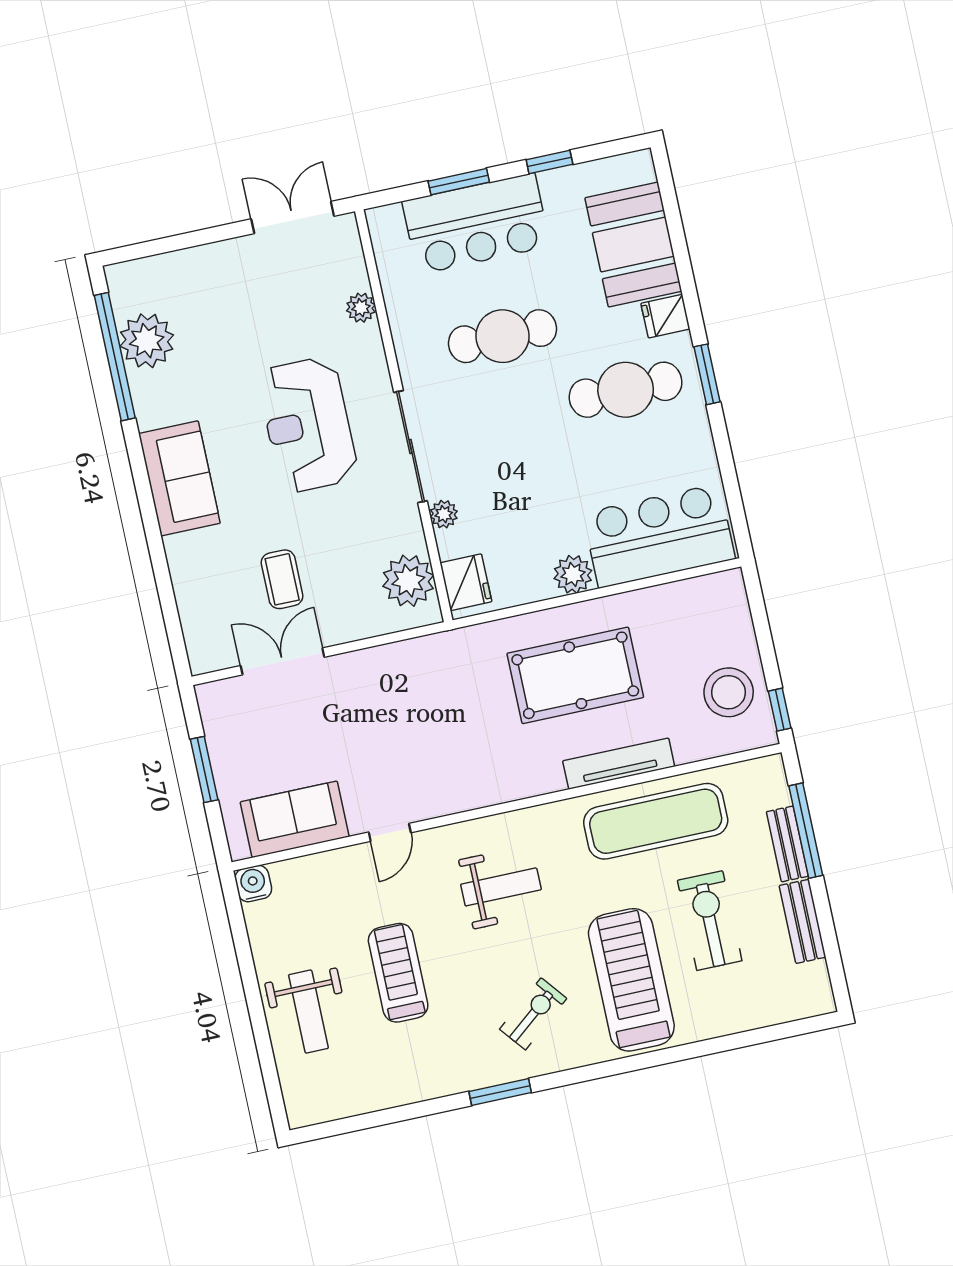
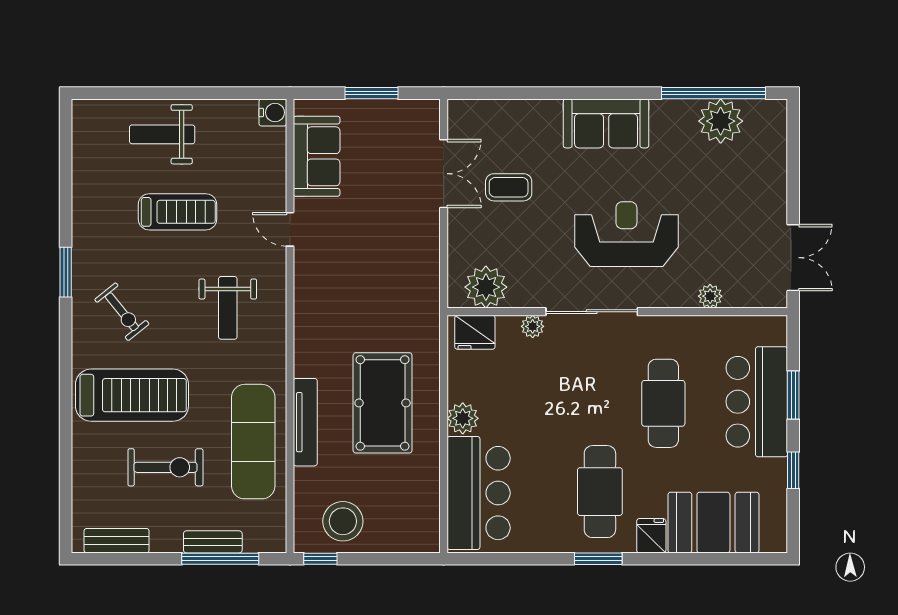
bench: (803, 921) -> (117, 541), moved

